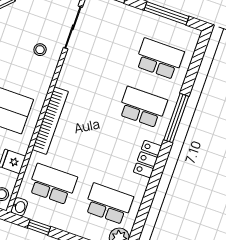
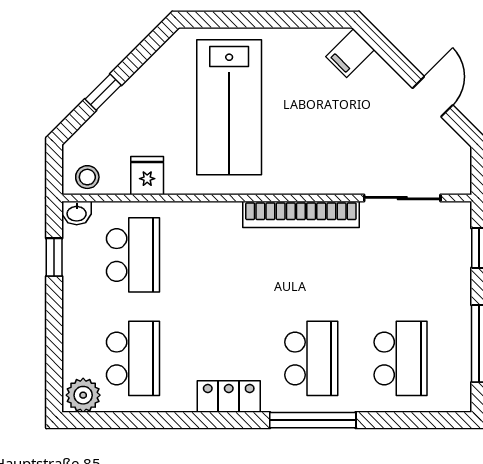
stool: (40, 50) -> (347, 157), removed
bookcase: (50, 121) -> (301, 214), moved

